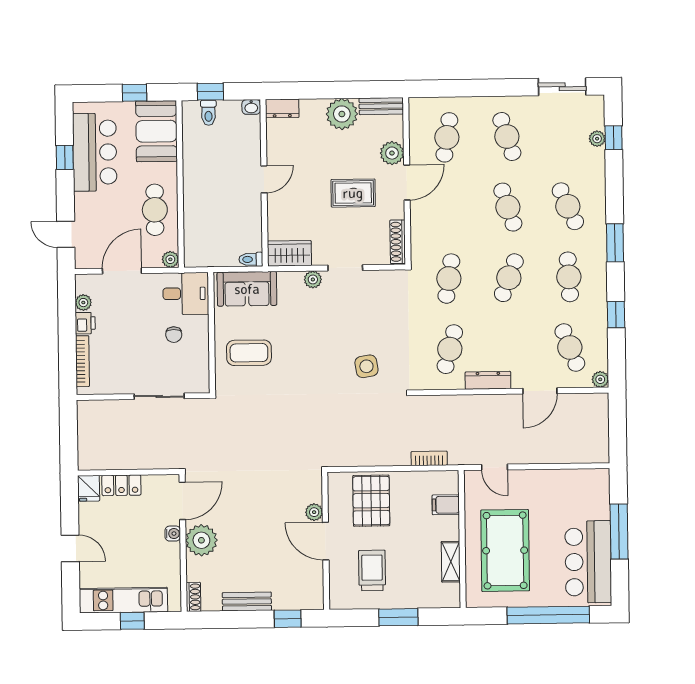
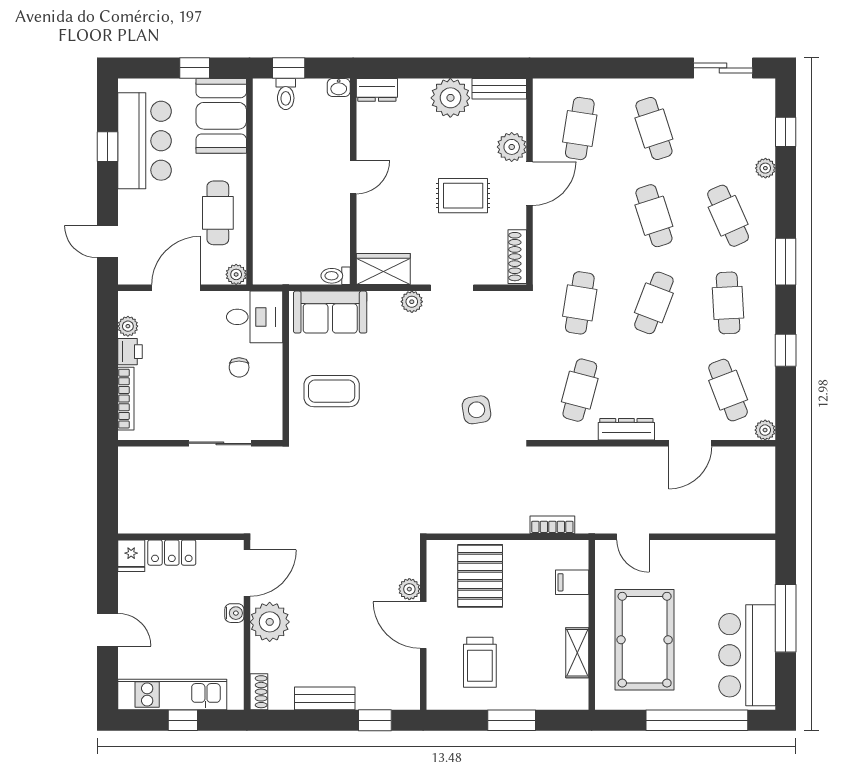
plant: (597, 139) -> (765, 168), moved
trolley: (372, 570) -> (480, 662), turned 180

